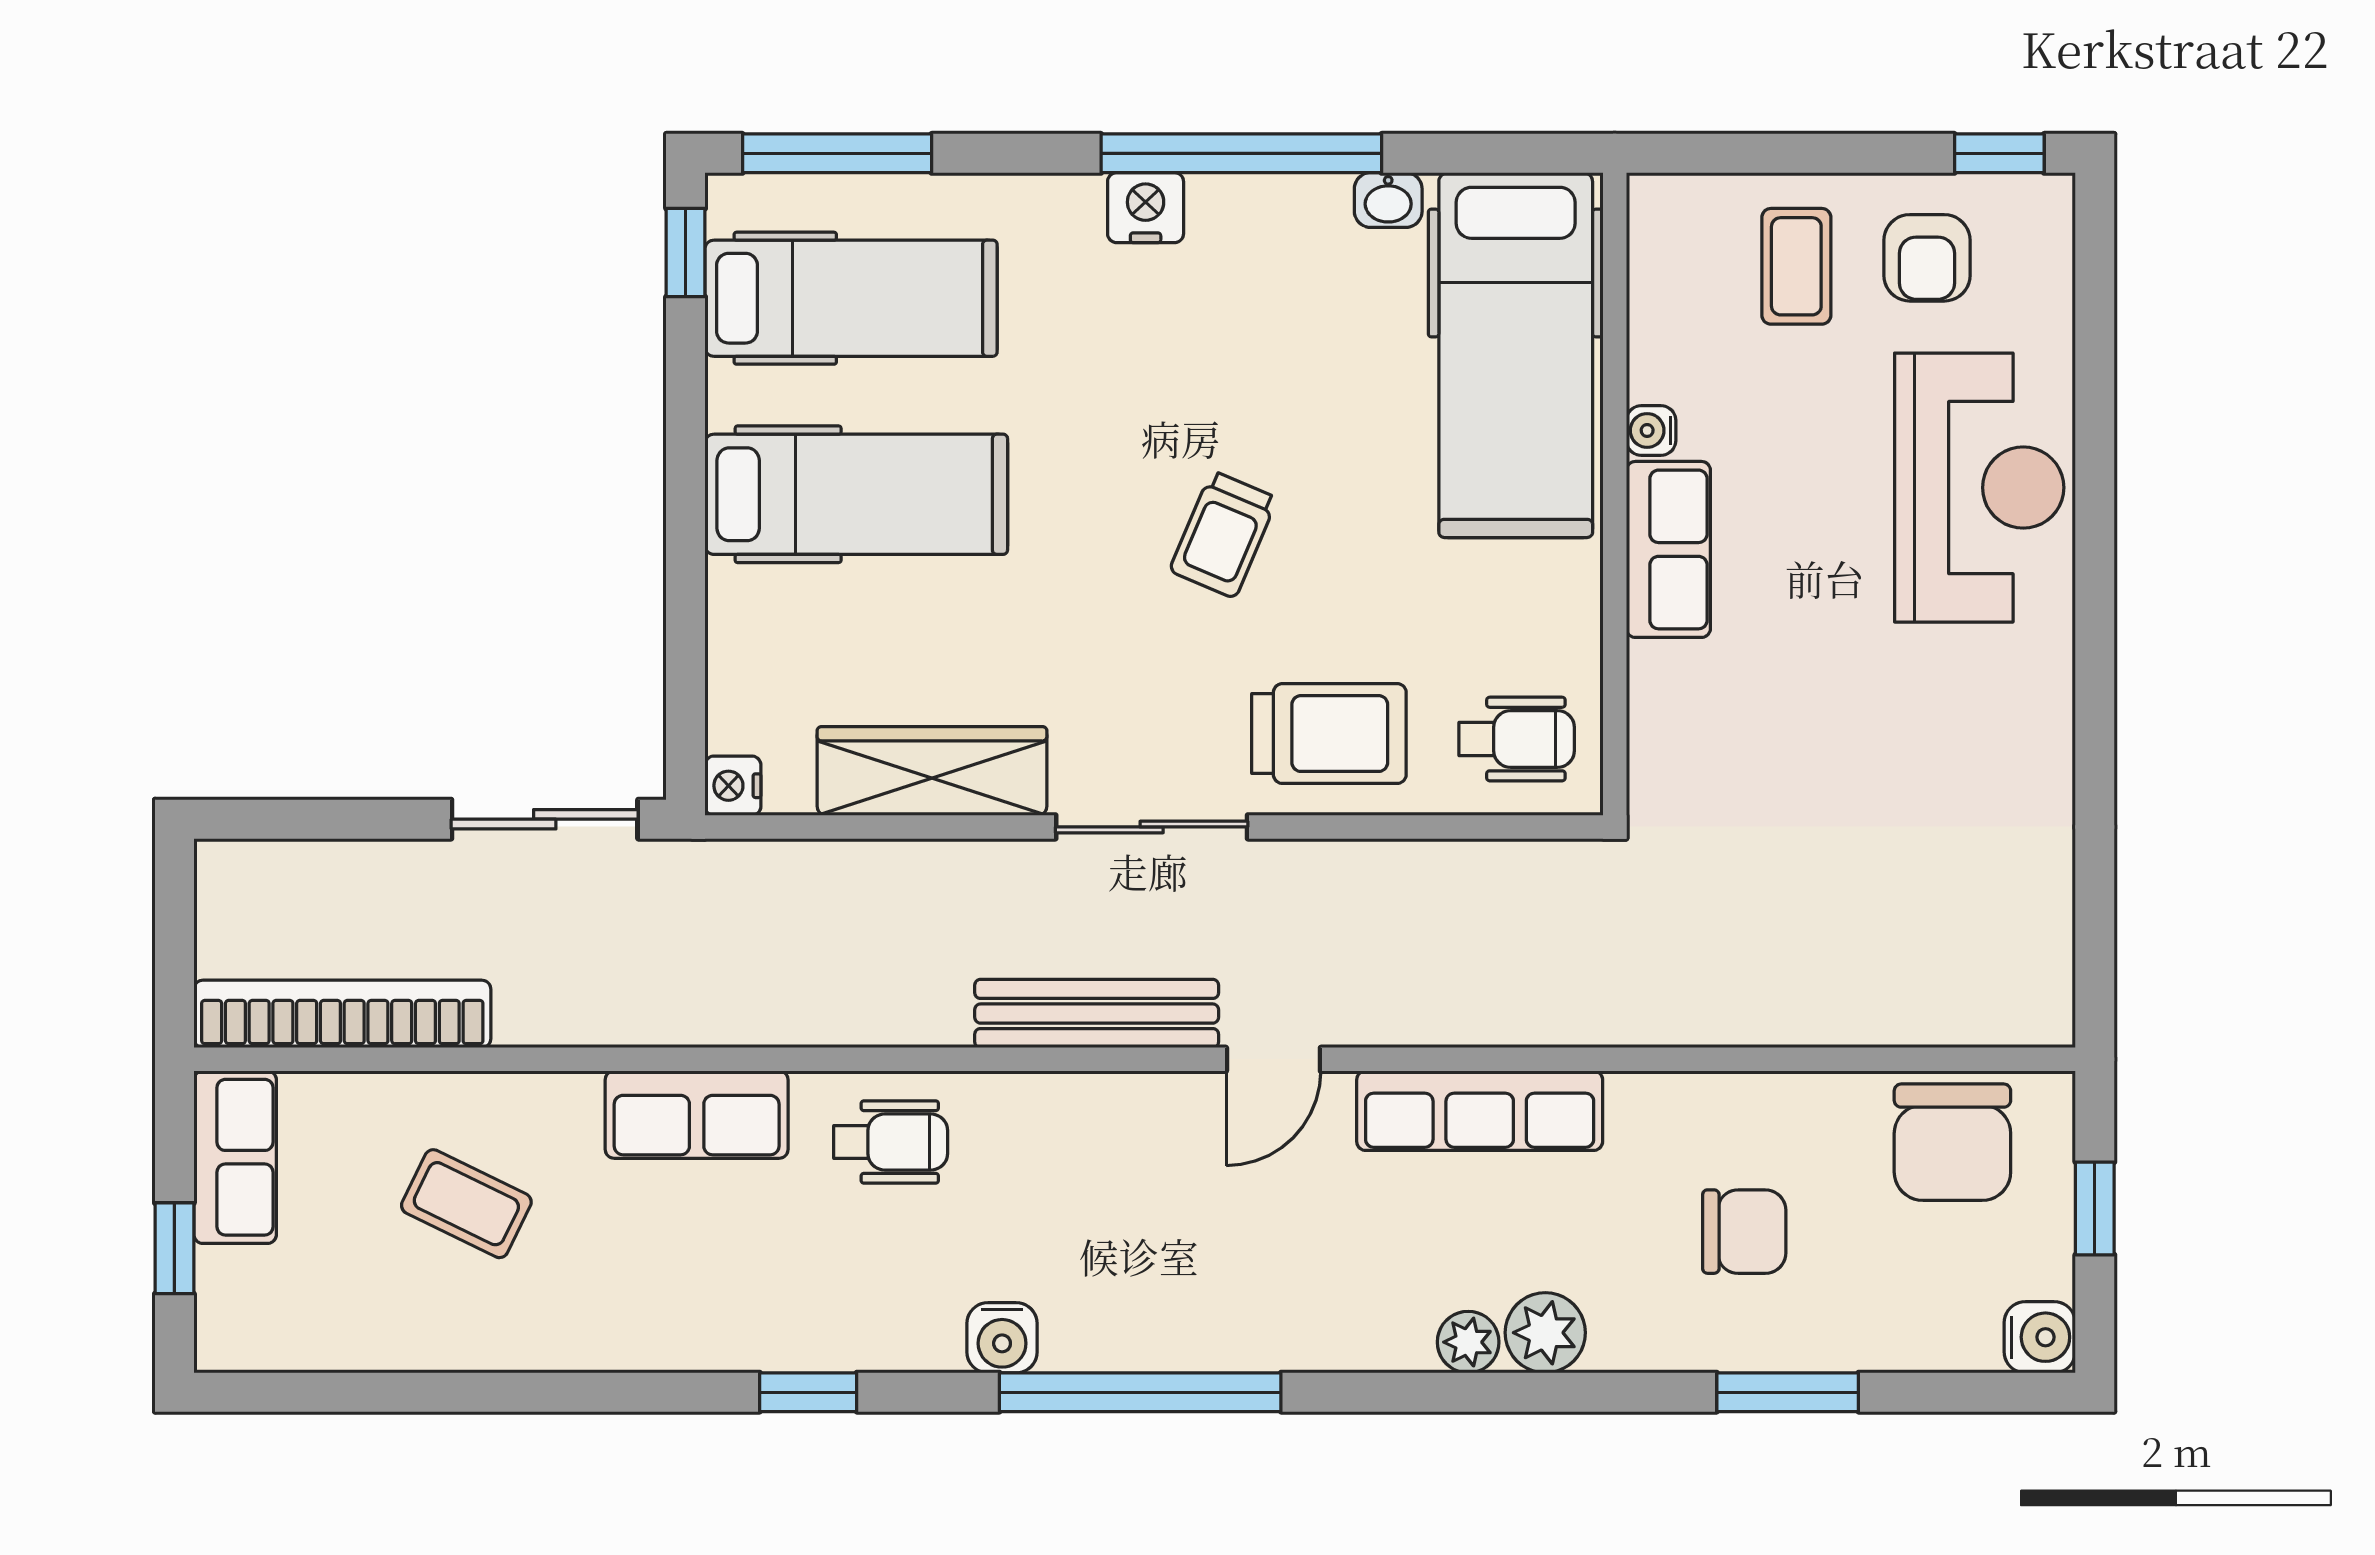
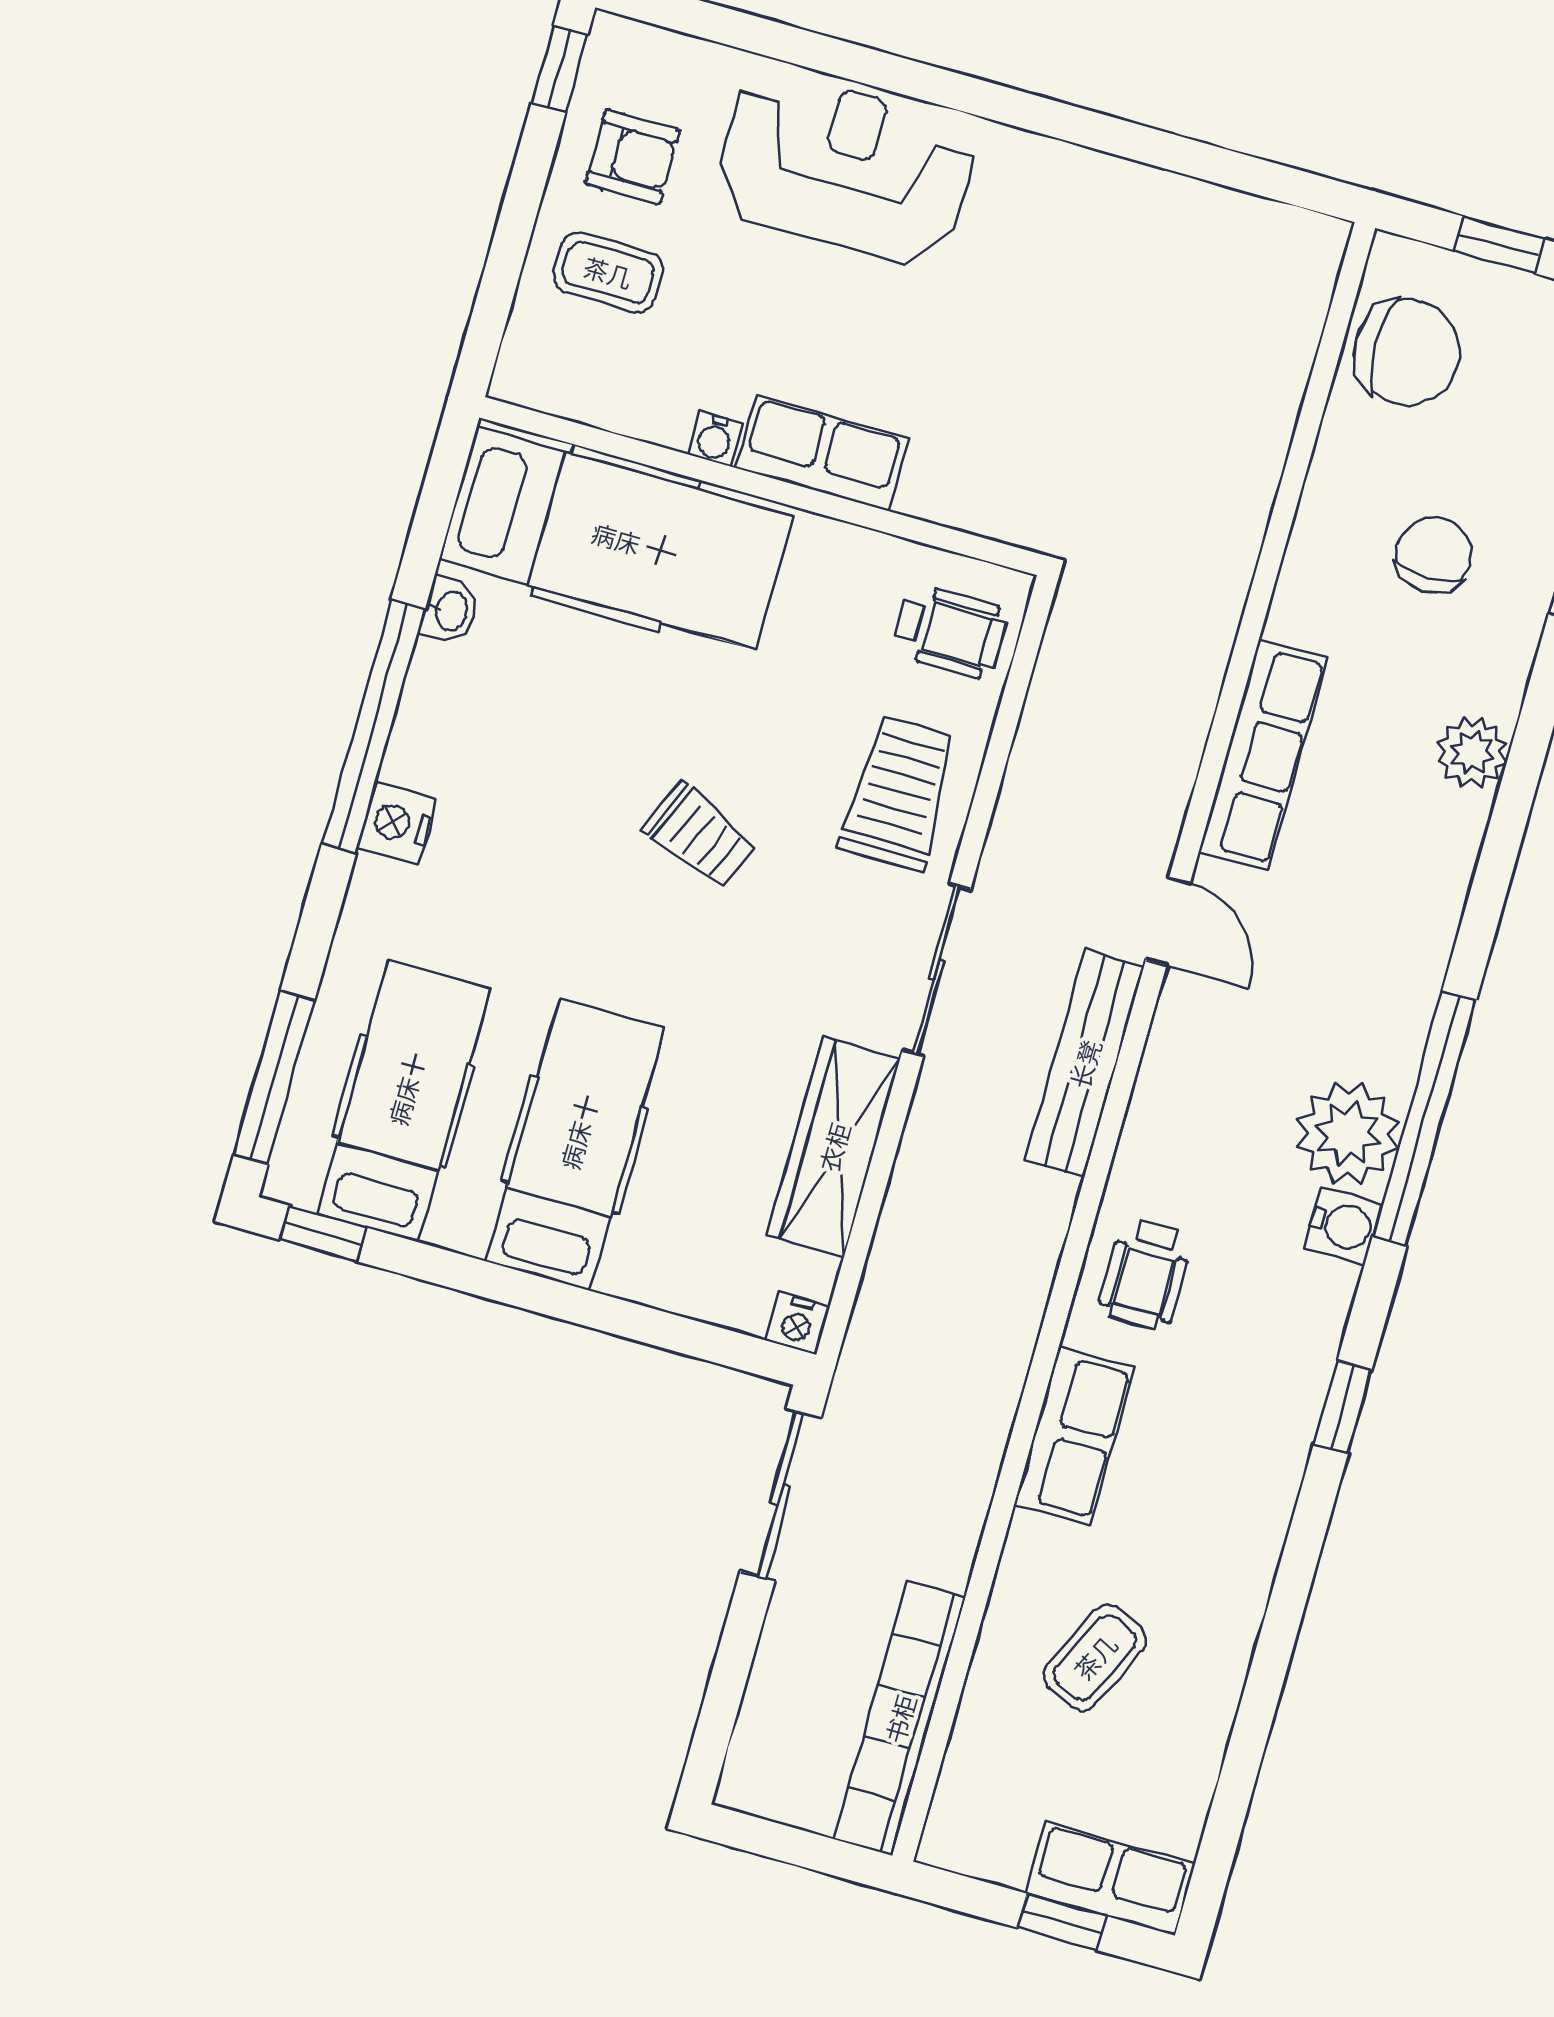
wheelchair: (1517, 739) -> (950, 631), turned 90
wheelchair: (891, 1142) -> (1146, 1274), turned 180
row of seats: (235, 1157) -> (1110, 1879), moved
plant: (1468, 1342) -> (1348, 1134), moved, width x1.88, depth x1.88

